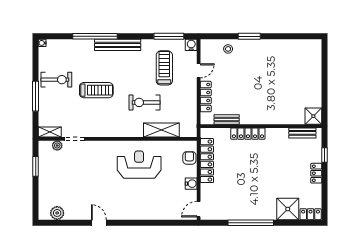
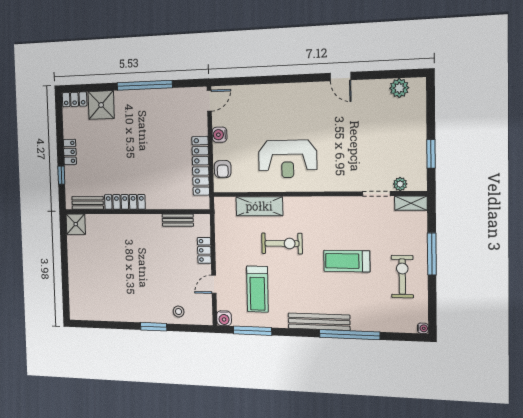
exercise bike: (56, 80) -> (402, 277), turned 90
locker: (206, 97) -> (204, 250), width x0.66
locker: (248, 134) -> (125, 202), moved

